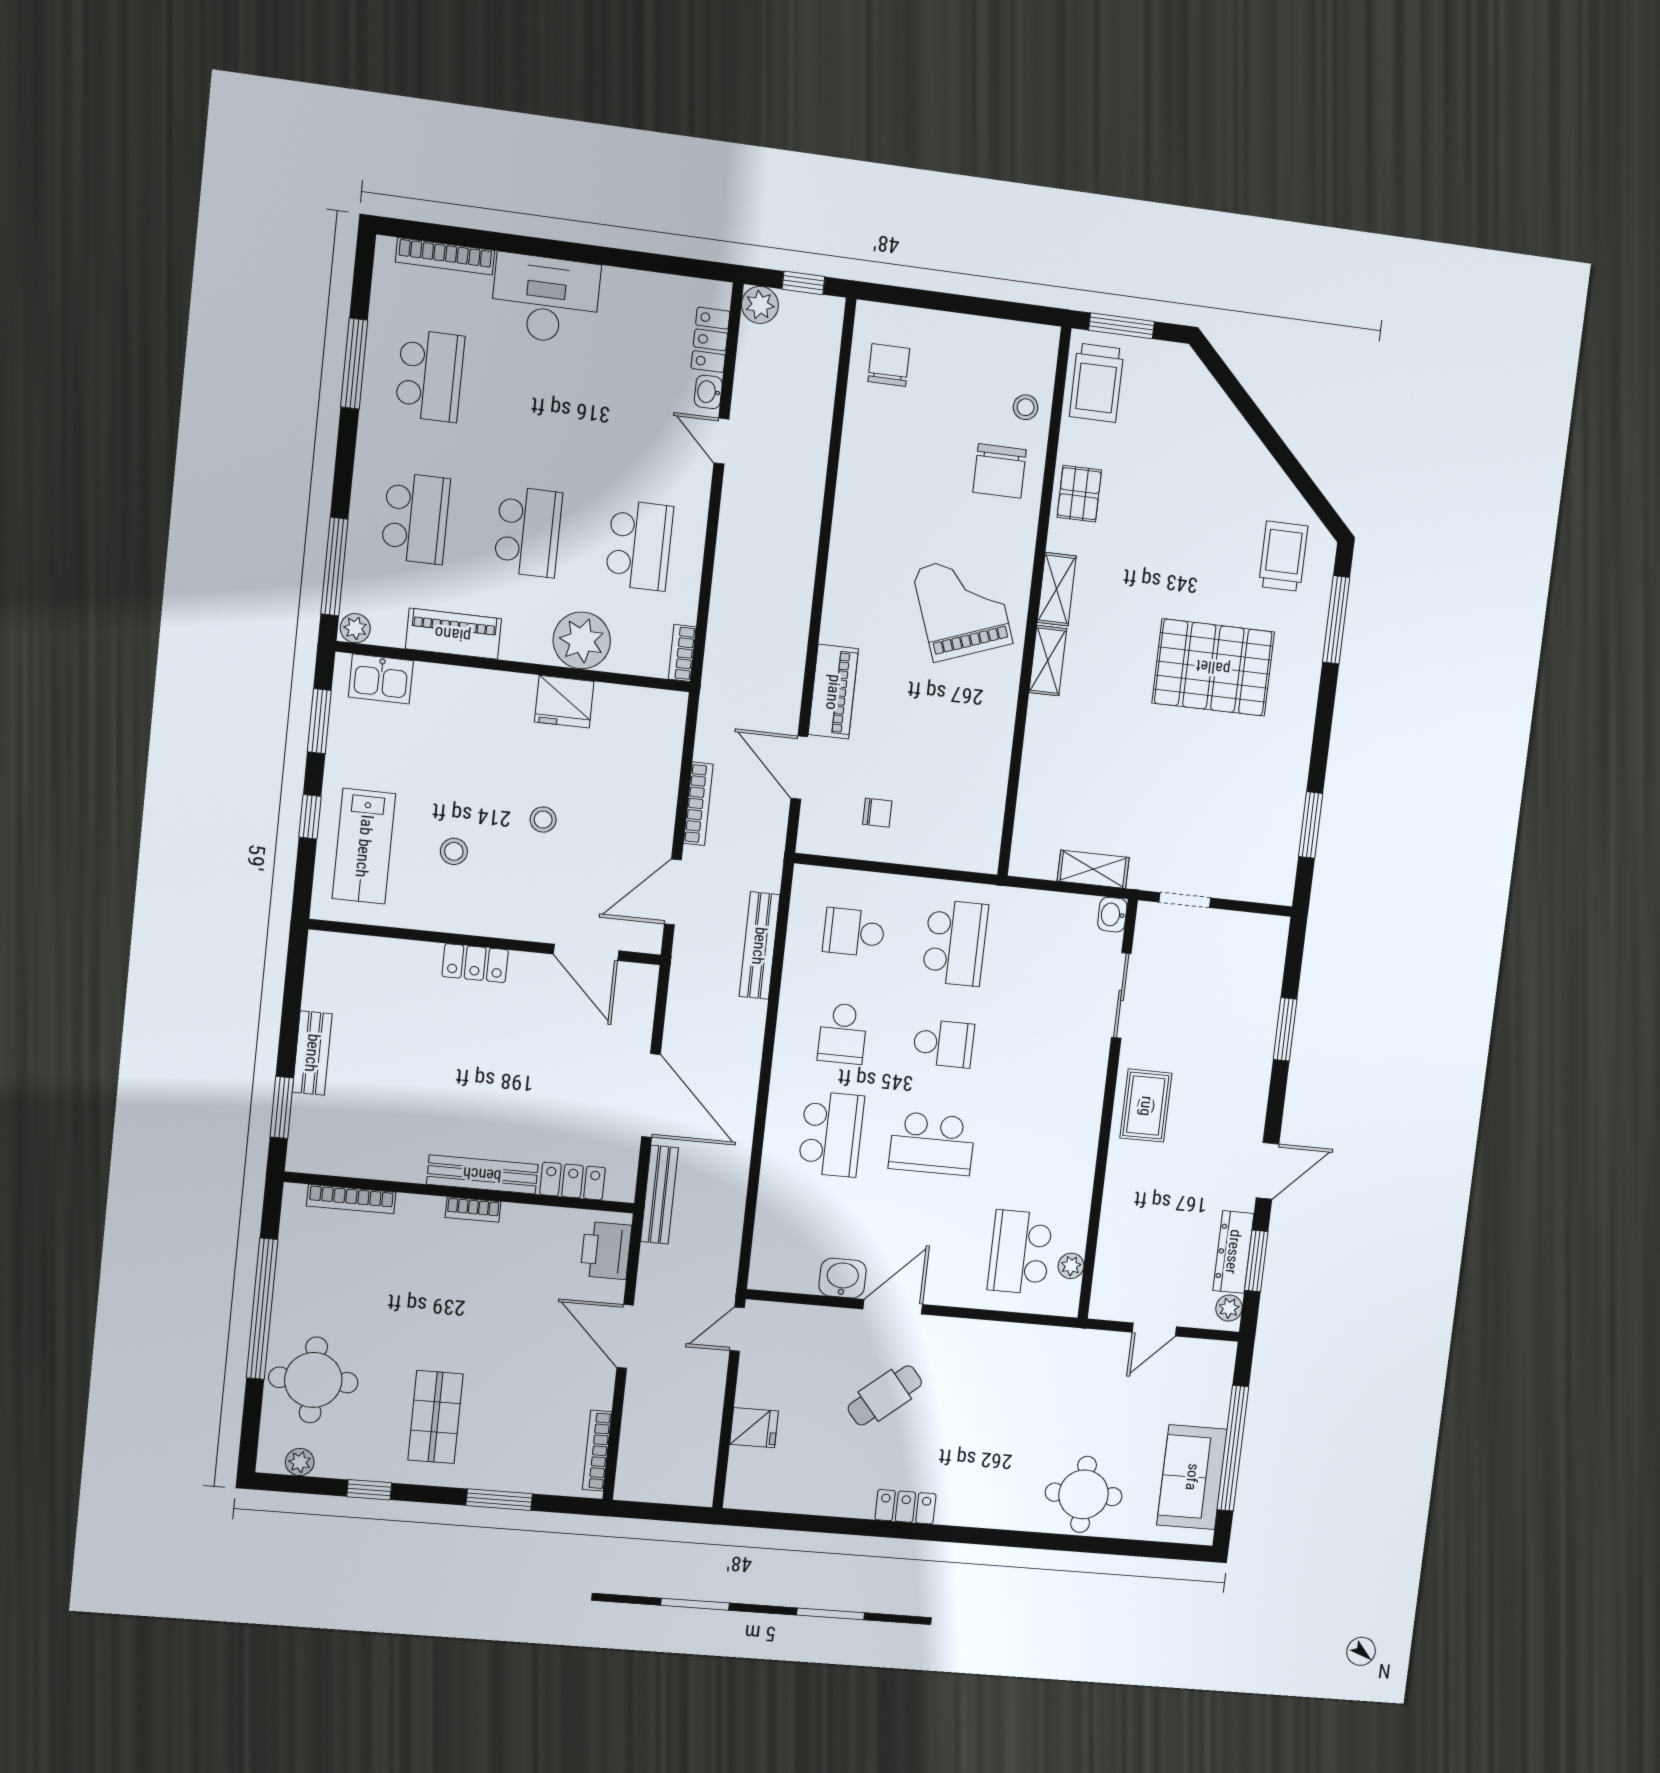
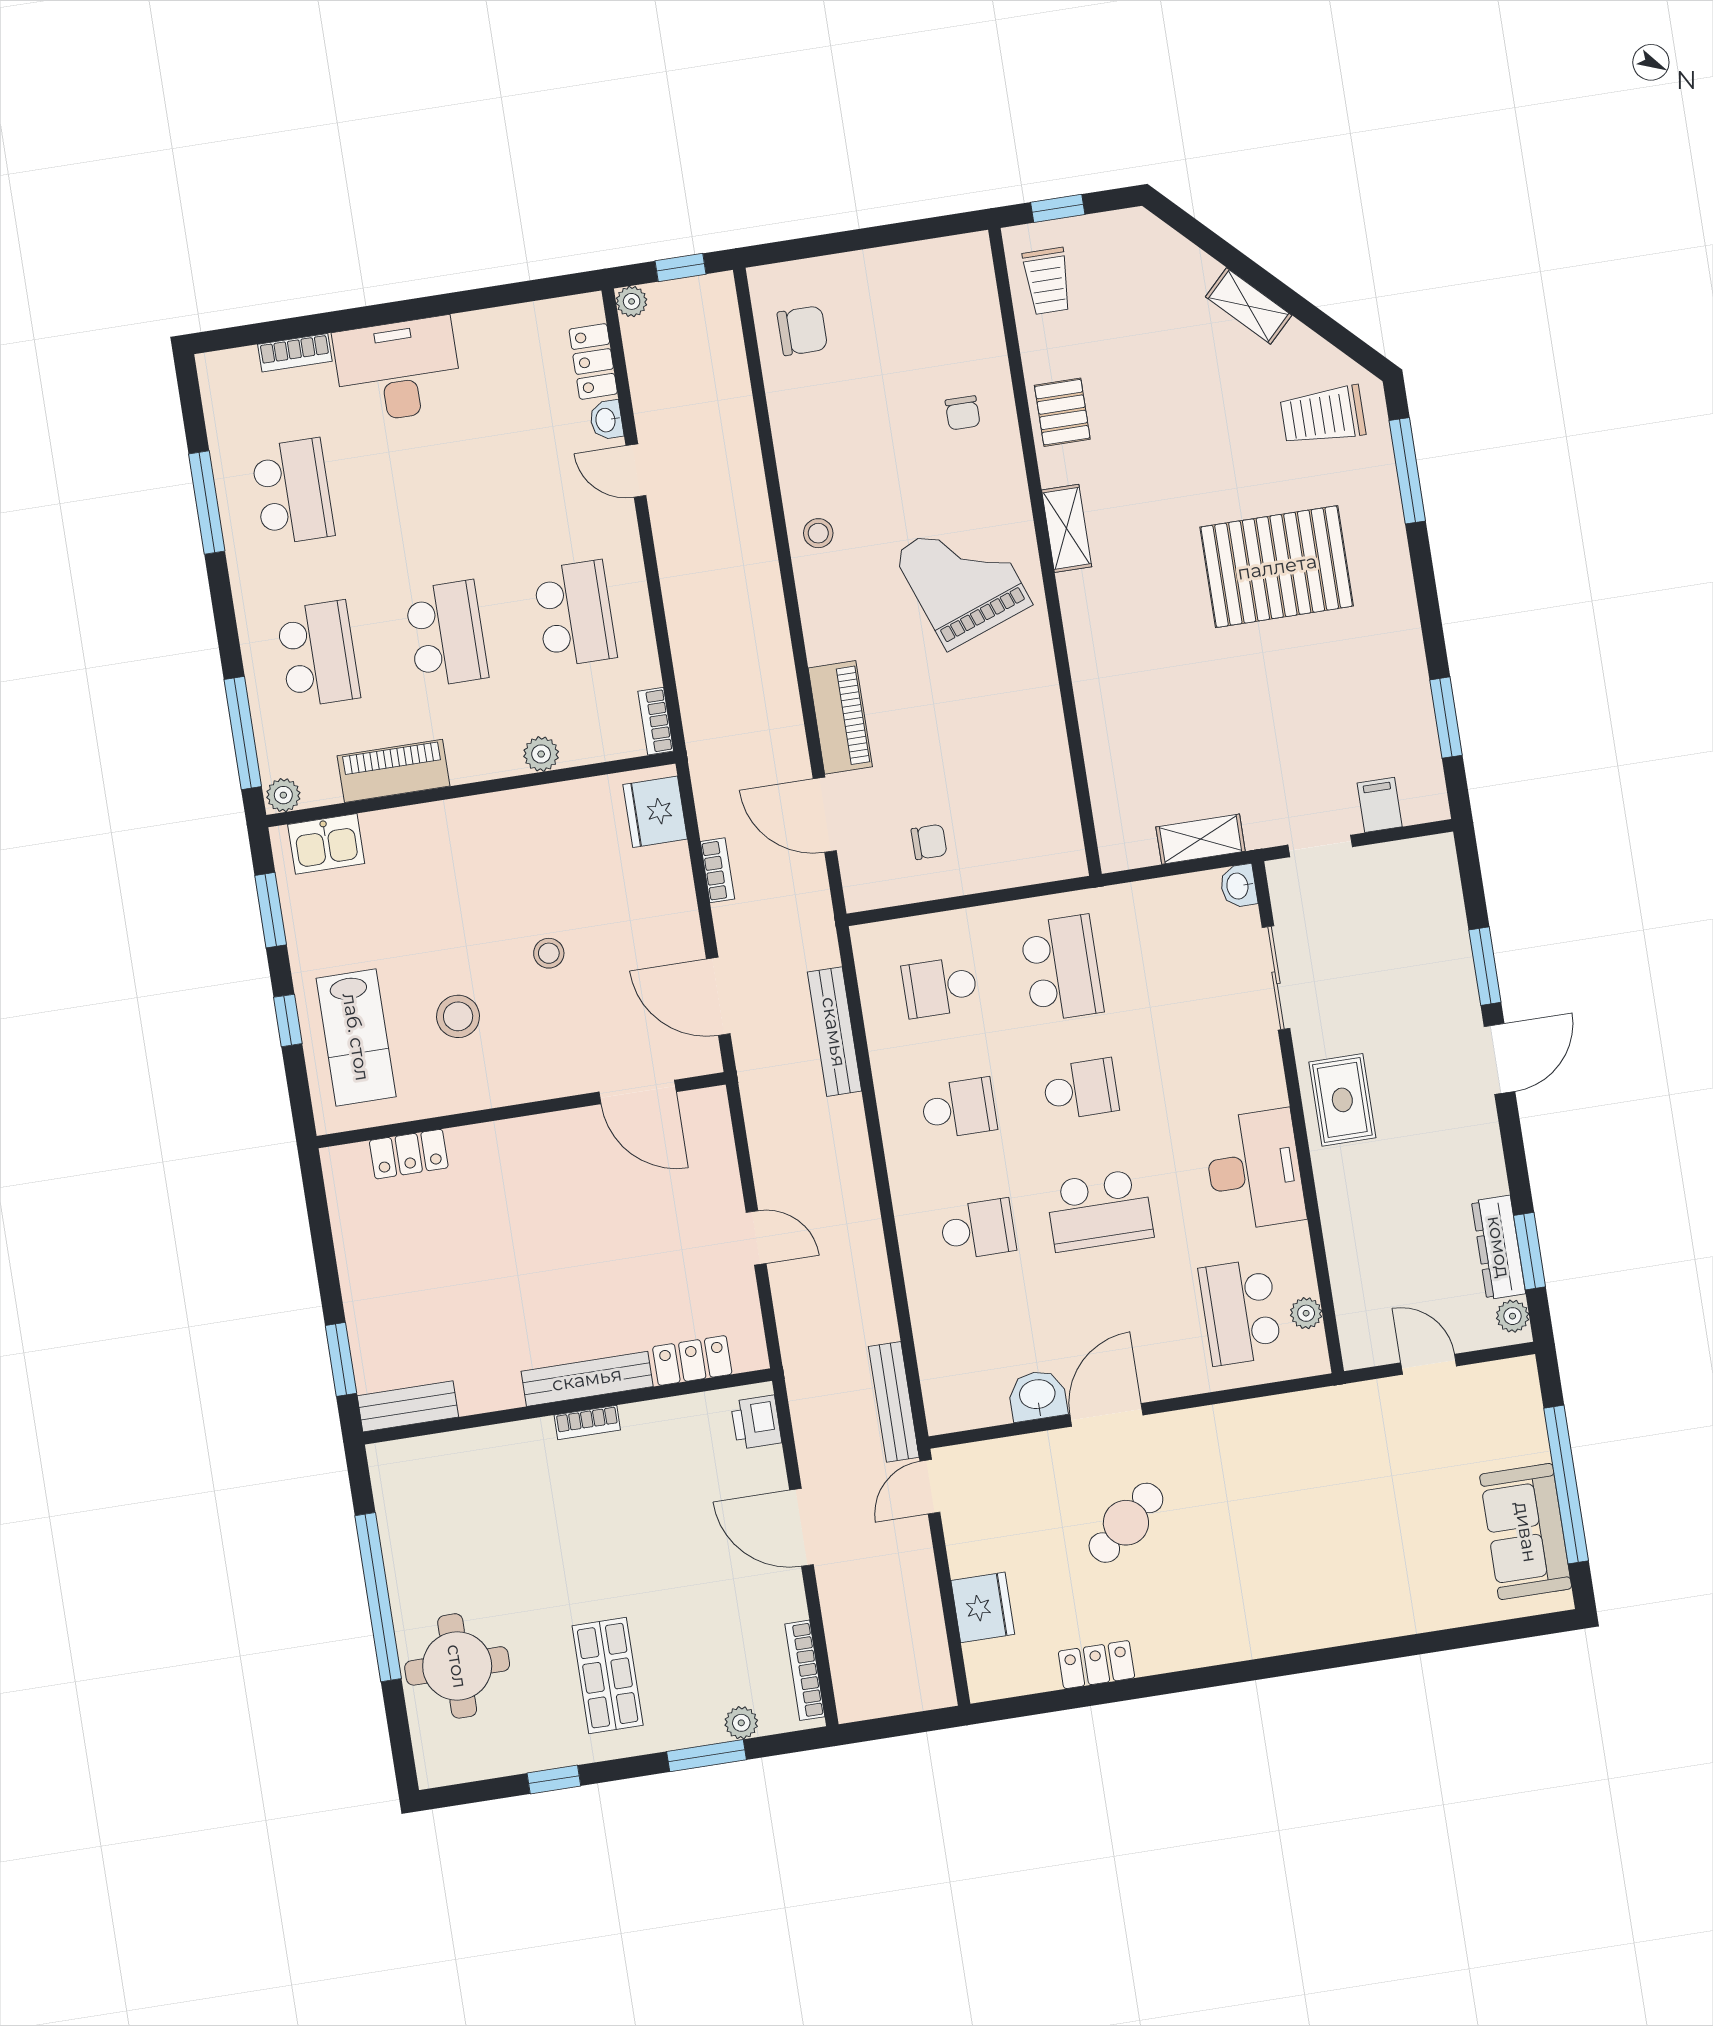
bookcase: (445, 256) -> (295, 353), width x0.64
plant: (760, 305) -> (632, 301), width x0.73, depth x0.73
window: (1121, 326) -> (1058, 208), width x0.67
chair: (889, 365) -> (802, 331), turned 90
trolley: (1097, 383) -> (1047, 281), width x0.73, depth x0.72
stool: (1026, 407) -> (818, 533), moved
chair: (1000, 471) -> (963, 413), width x0.54, depth x0.54
trolley: (1283, 556) -> (1323, 415), turned -90
plant: (582, 640) -> (541, 754), width x0.53, depth x0.53
shelving: (1048, 661) -> (1249, 306), moved, turned -45
fridge: (564, 702) -> (655, 812), moved, turned 90
bookcase: (698, 804) -> (717, 870), width x0.64
stool: (454, 851) -> (458, 1016), width x1.37, depth x1.37
filing cabinet: (1240, 880) -> (1380, 805), added
door: (673, 892) -> (718, 996), hinge flipped
locker: (475, 963) -> (409, 1154), moved
school desk: (843, 1033) -> (959, 1108), turned -90
bench: (312, 1053) -> (408, 1406), moved, turned 90
door: (651, 1095) -> (756, 1238), width x0.53
school desk: (831, 1134) -> (978, 1229), width x0.54
desk: (1062, 1143) -> (1254, 1170), added
door: (1267, 1171) -> (1499, 1059), moved
bench: (659, 1195) -> (894, 1402), moved
bookcase: (351, 1199) -> (446, 1445), removed
printer: (606, 1250) -> (756, 1422), width x0.73, depth x0.81
door: (1154, 1329) -> (1429, 1364), swing flipped
fridge: (754, 1428) -> (983, 1607), width x1.38
plant: (300, 1462) -> (741, 1723), moved
round table: (1084, 1494) -> (1399, 1584), removed
locker: (905, 1507) -> (1096, 1665), moved

